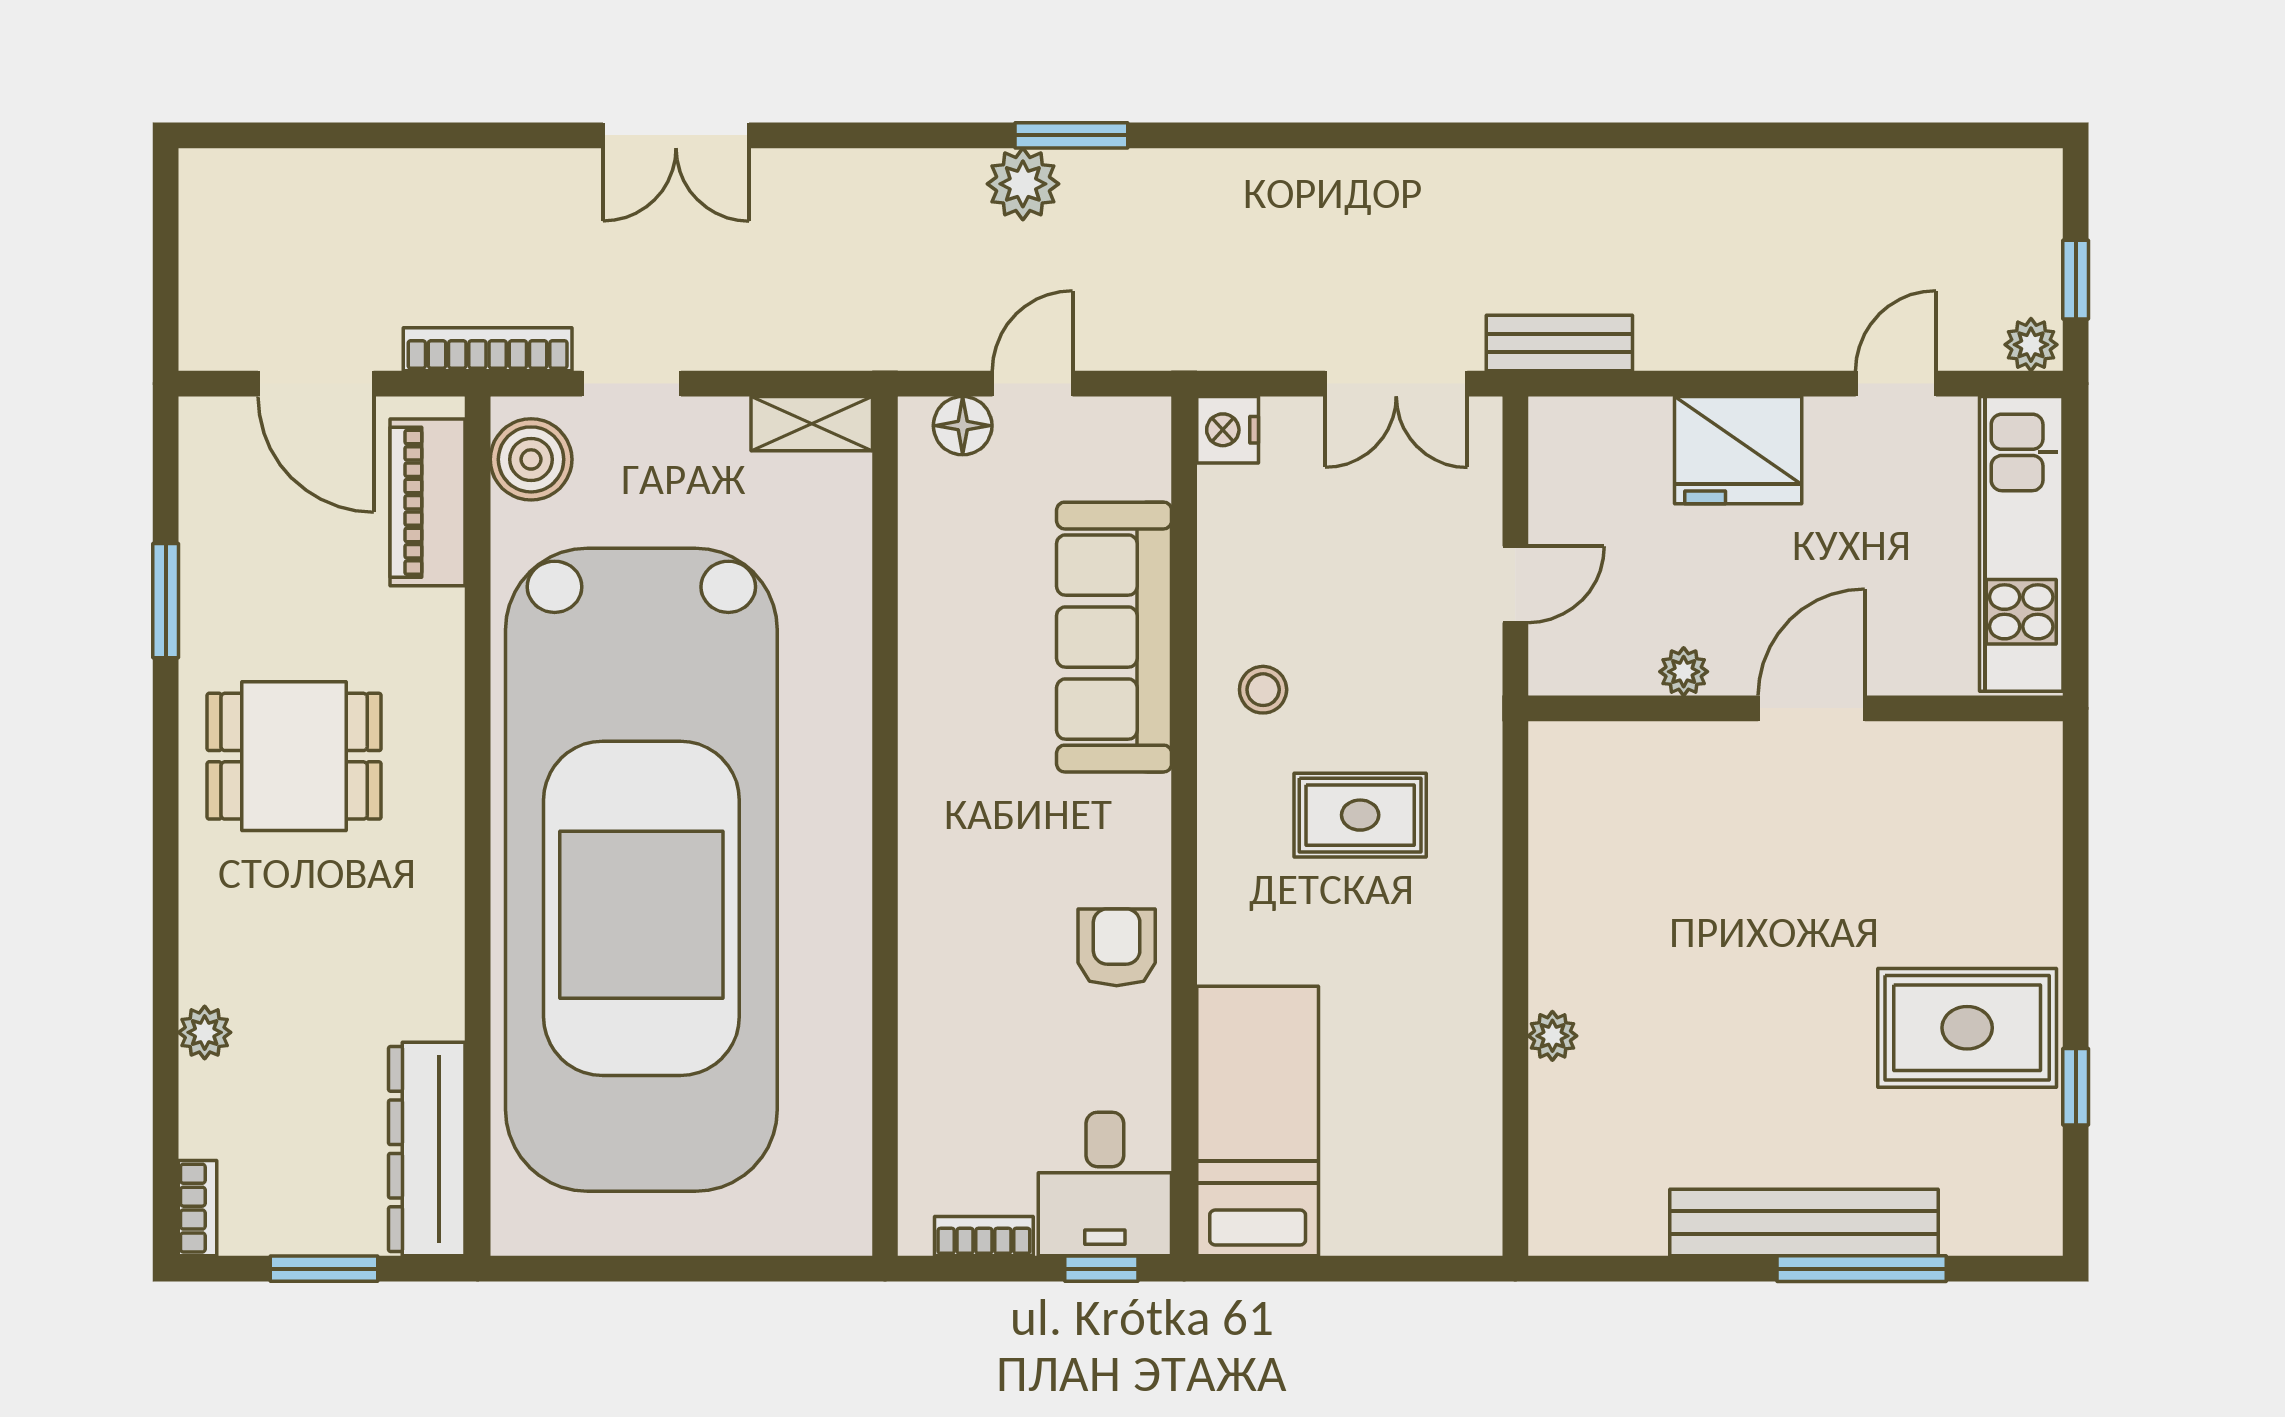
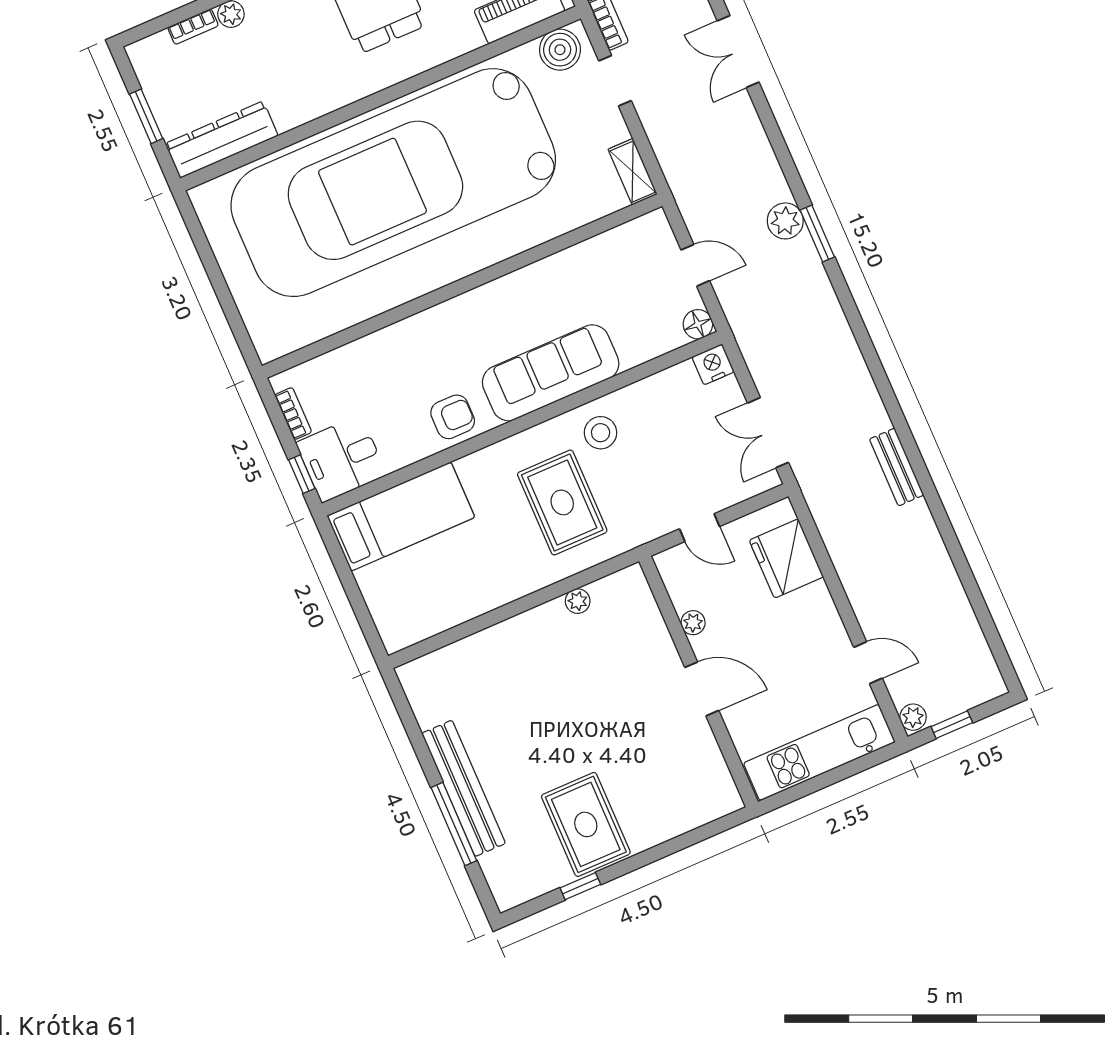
bench: (1559, 343) -> (897, 467), moved
floor lamp: (963, 426) -> (698, 324), moved
fridge: (1738, 450) -> (786, 559), moved
sofa: (1114, 637) -> (551, 373), moved
stool: (1263, 690) -> (601, 433), width x1.37, depth x1.37
rug: (1360, 815) -> (562, 502), width x1.36, depth x1.43
plant: (1552, 1036) -> (578, 601), moved
bookcase: (197, 1208) -> (193, 27), moved

